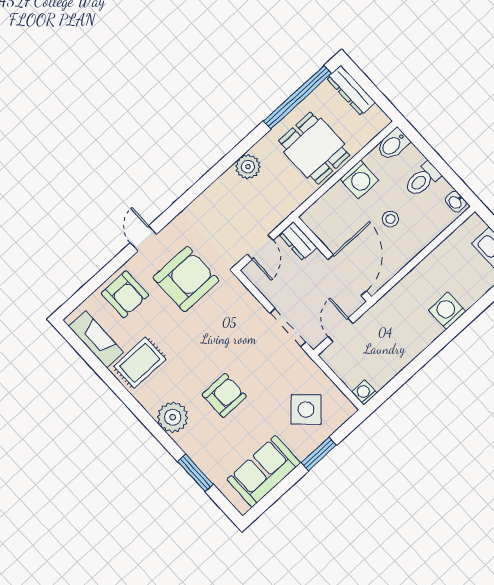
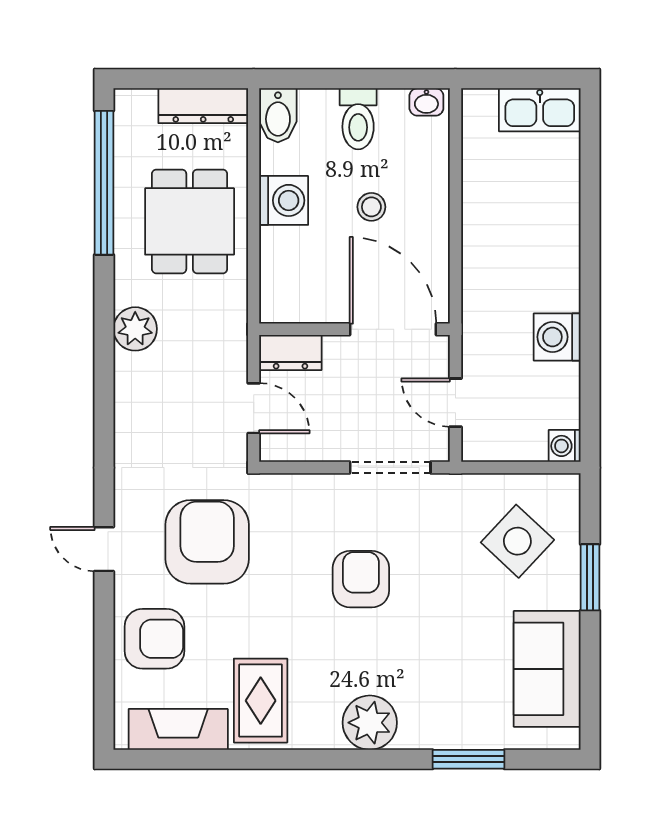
dresser: (351, 90) -> (203, 106), moved
dining table: (314, 148) -> (190, 221), turned 90
washing machine: (447, 311) -> (557, 337), moved
armchair: (224, 395) -> (361, 579), moved

